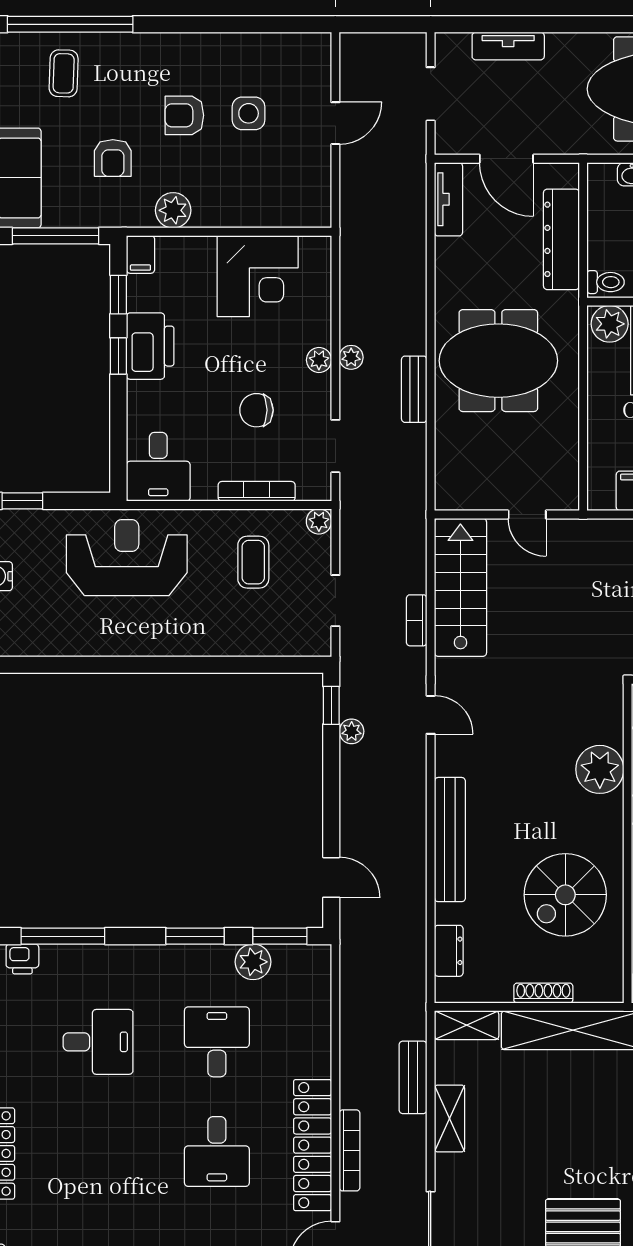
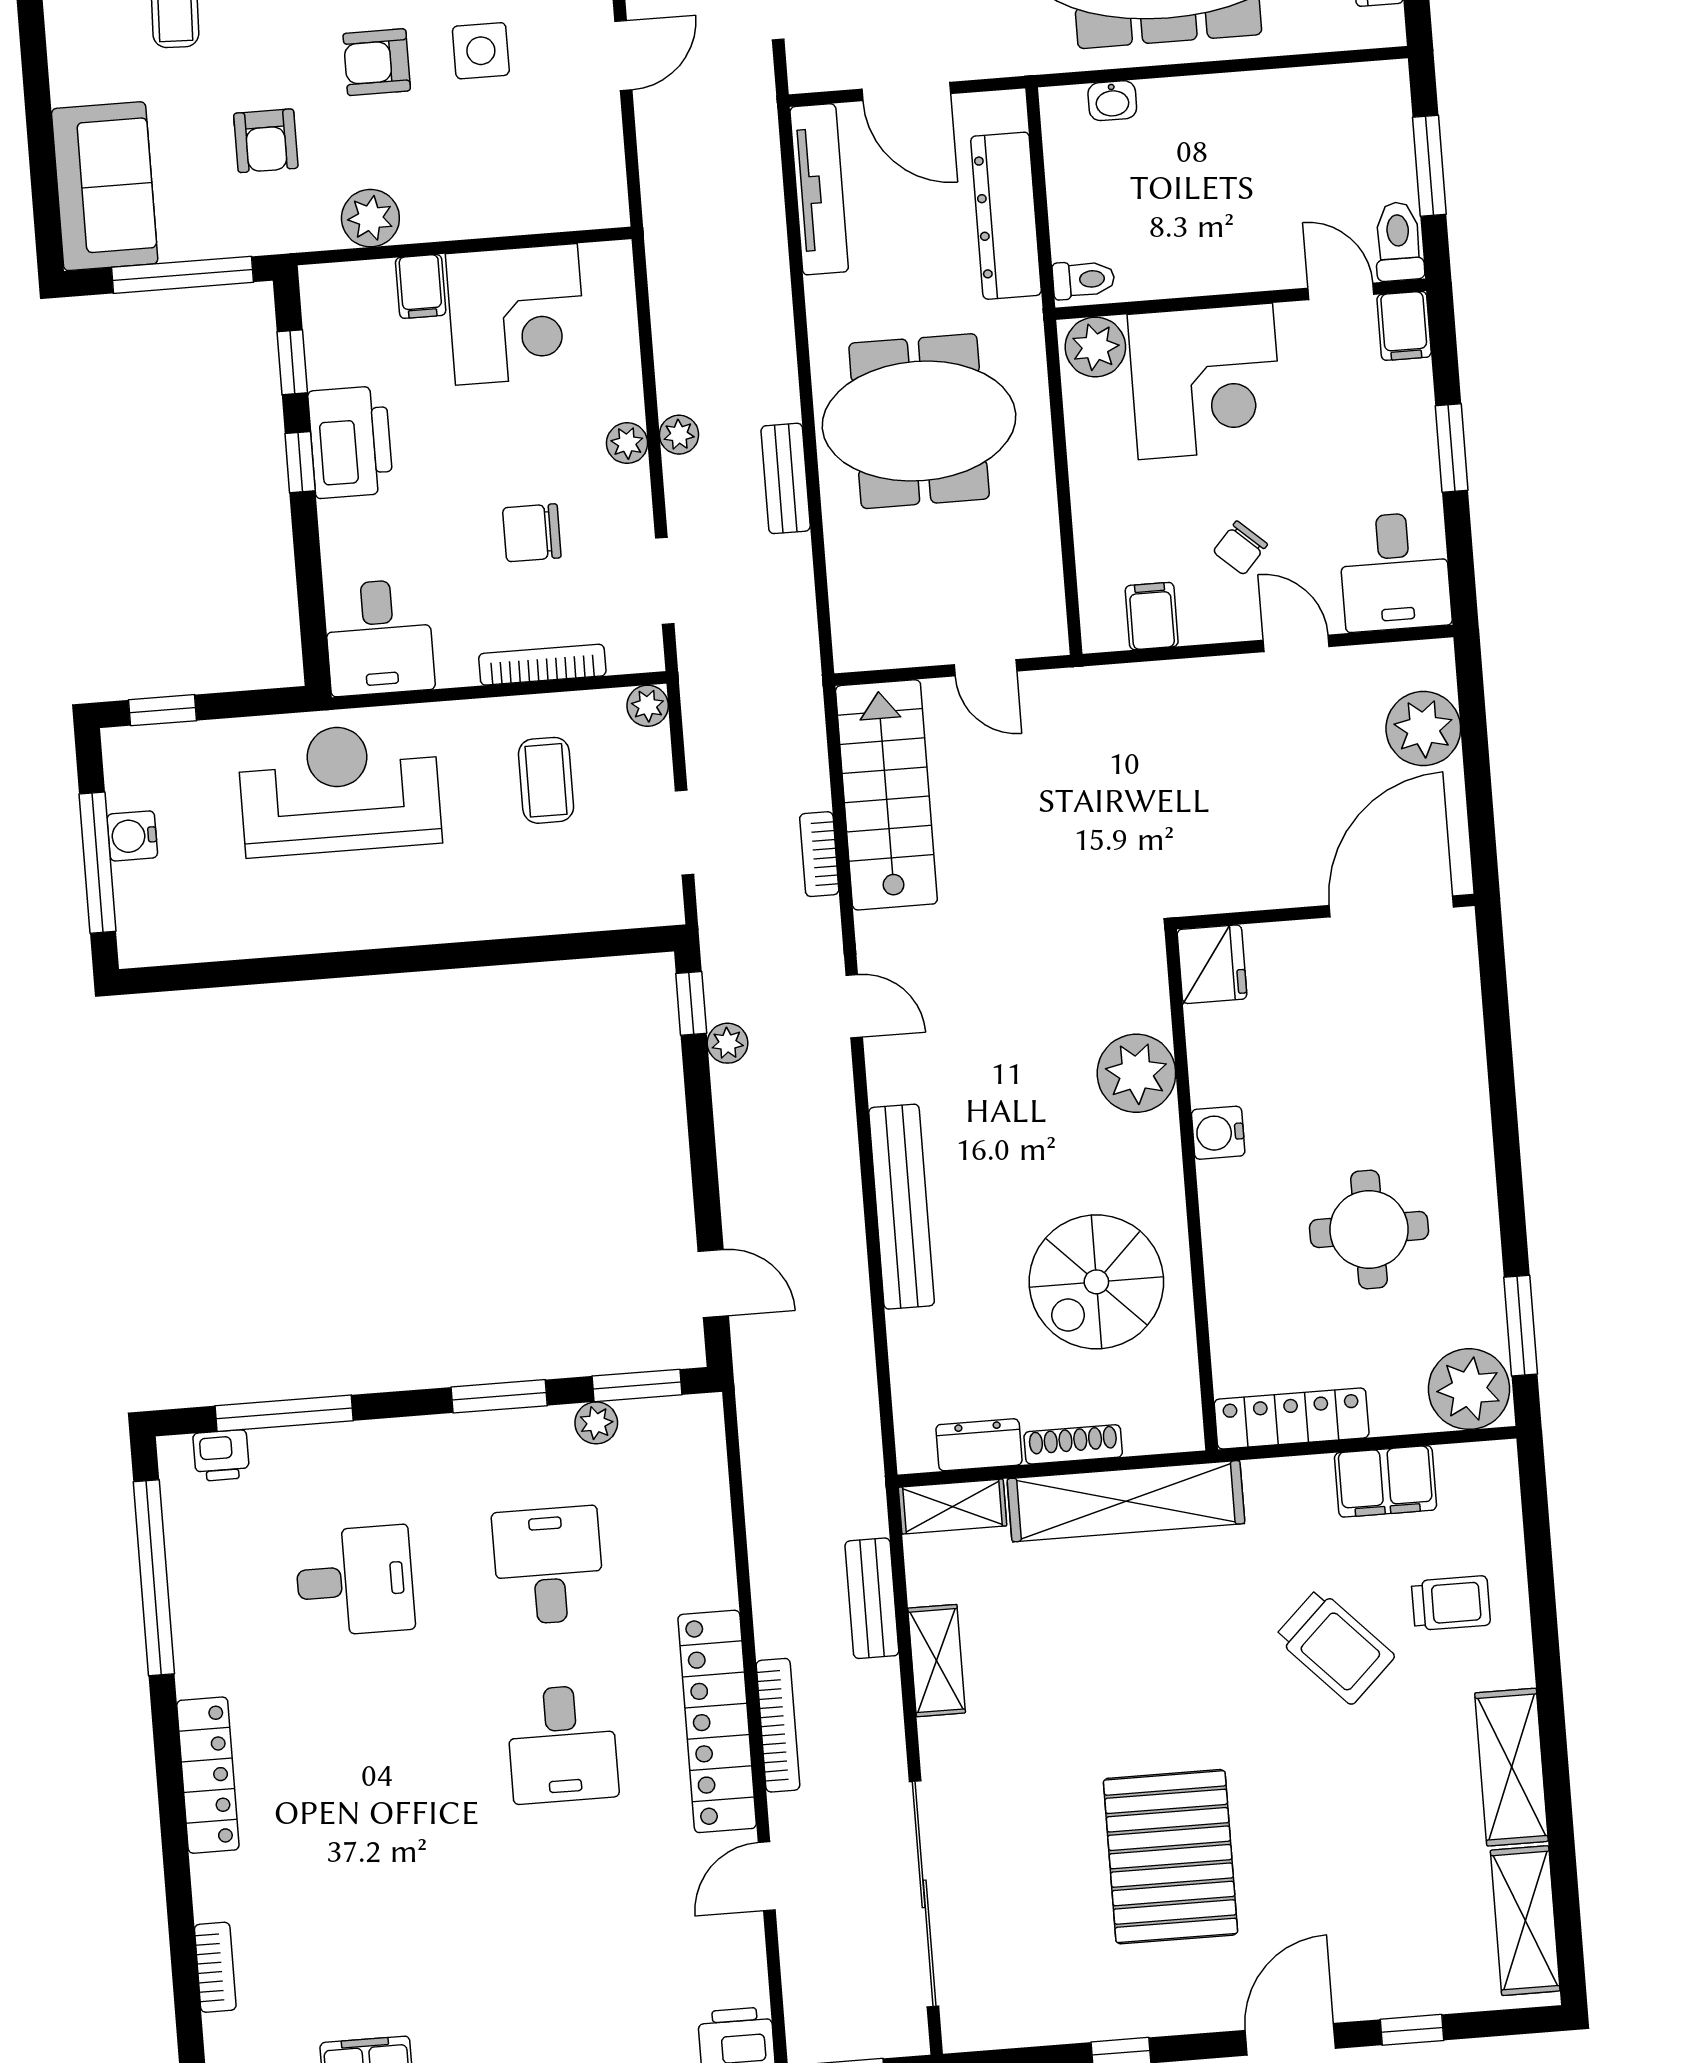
tv unit: (448, 199) -> (819, 189), width x1.41
filing cabinet: (140, 254) -> (421, 286), moved
dresser: (449, 951) -> (979, 1445), moved, turned -90
plant: (253, 962) -> (596, 1423), width x0.73, depth x0.73

